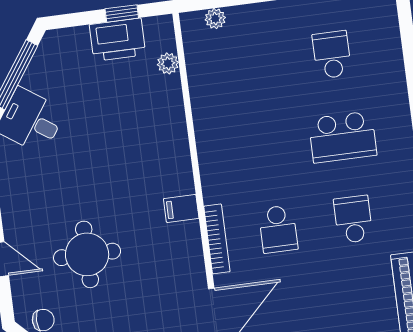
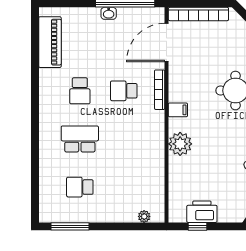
school desk: (332, 55) -> (80, 187), turned 90
plant: (168, 63) -> (180, 144), moved, width x1.88, depth x1.88
school desk: (278, 229) -> (124, 91), turned -90

